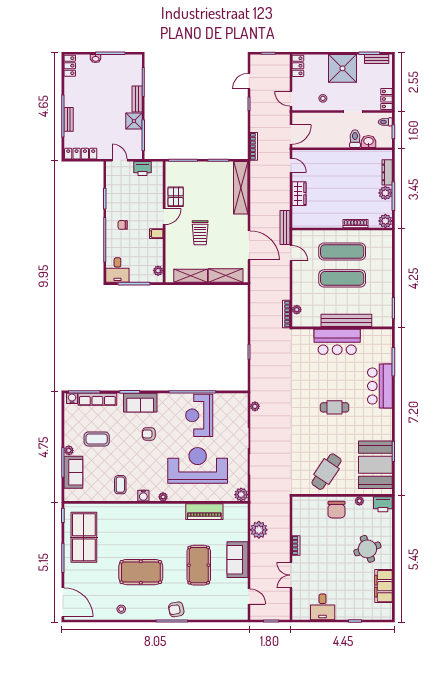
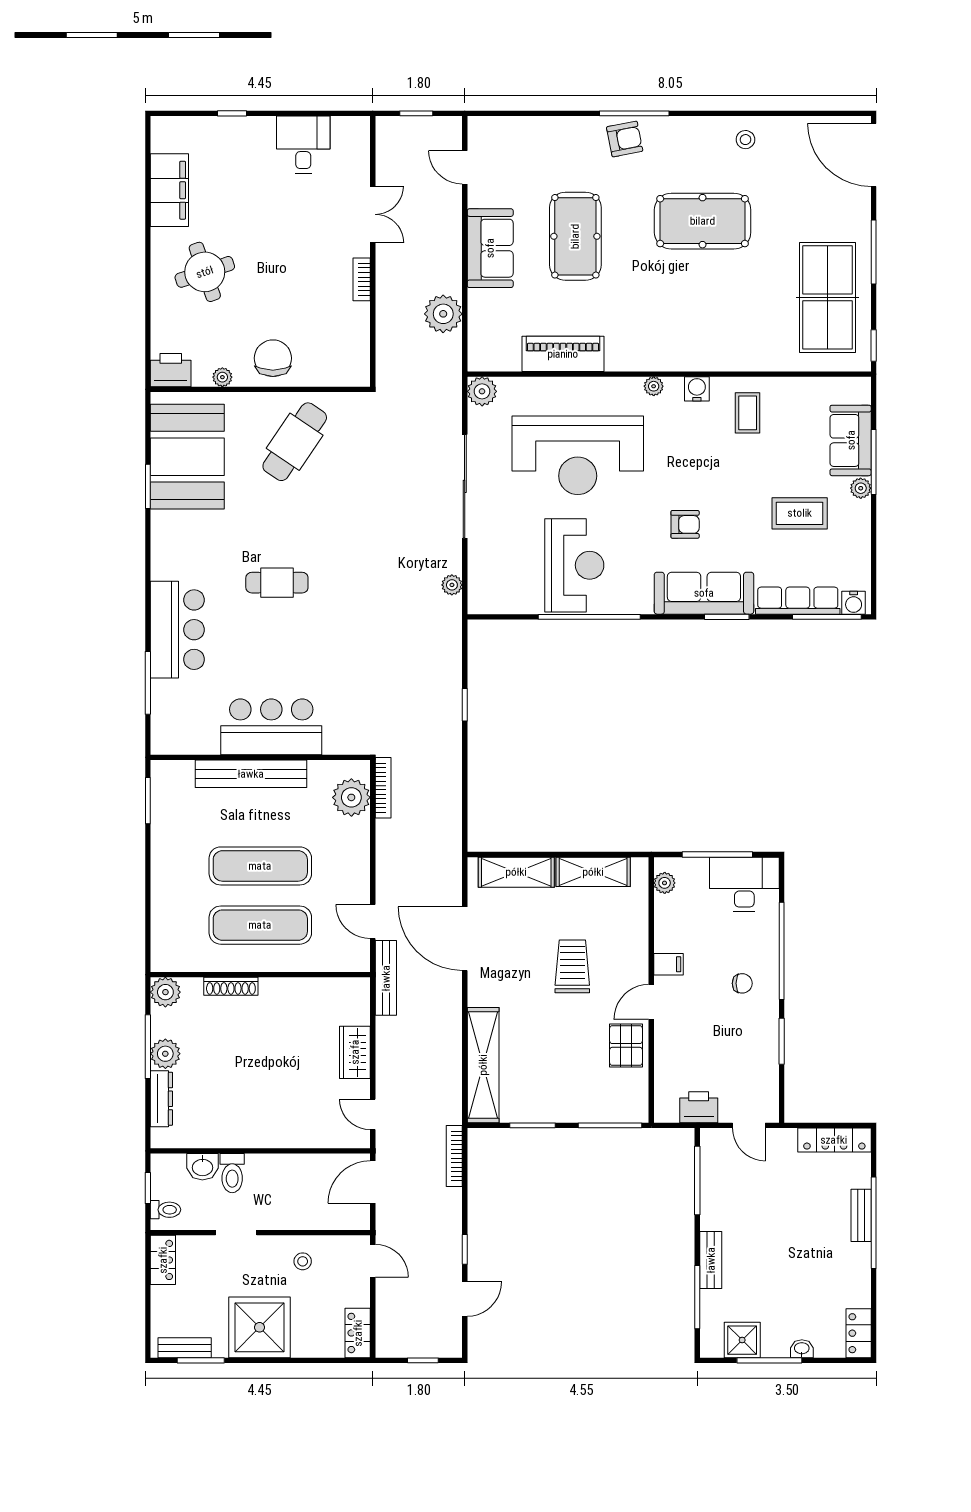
shower: (134, 121) -> (742, 1340), moved
desk: (117, 270) -> (744, 884), width x1.37
plant: (297, 310) -> (351, 797), width x1.87, depth x1.87
sofa: (140, 403) -> (704, 593), width x1.36

